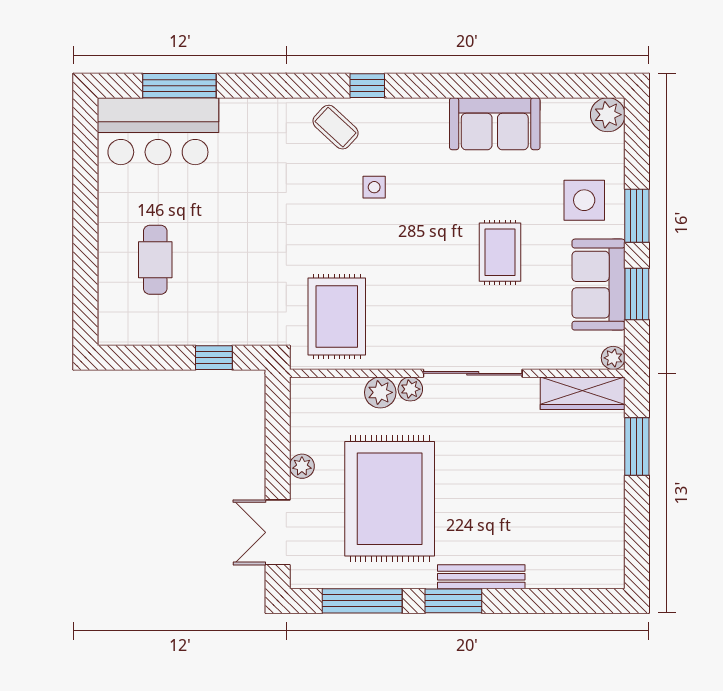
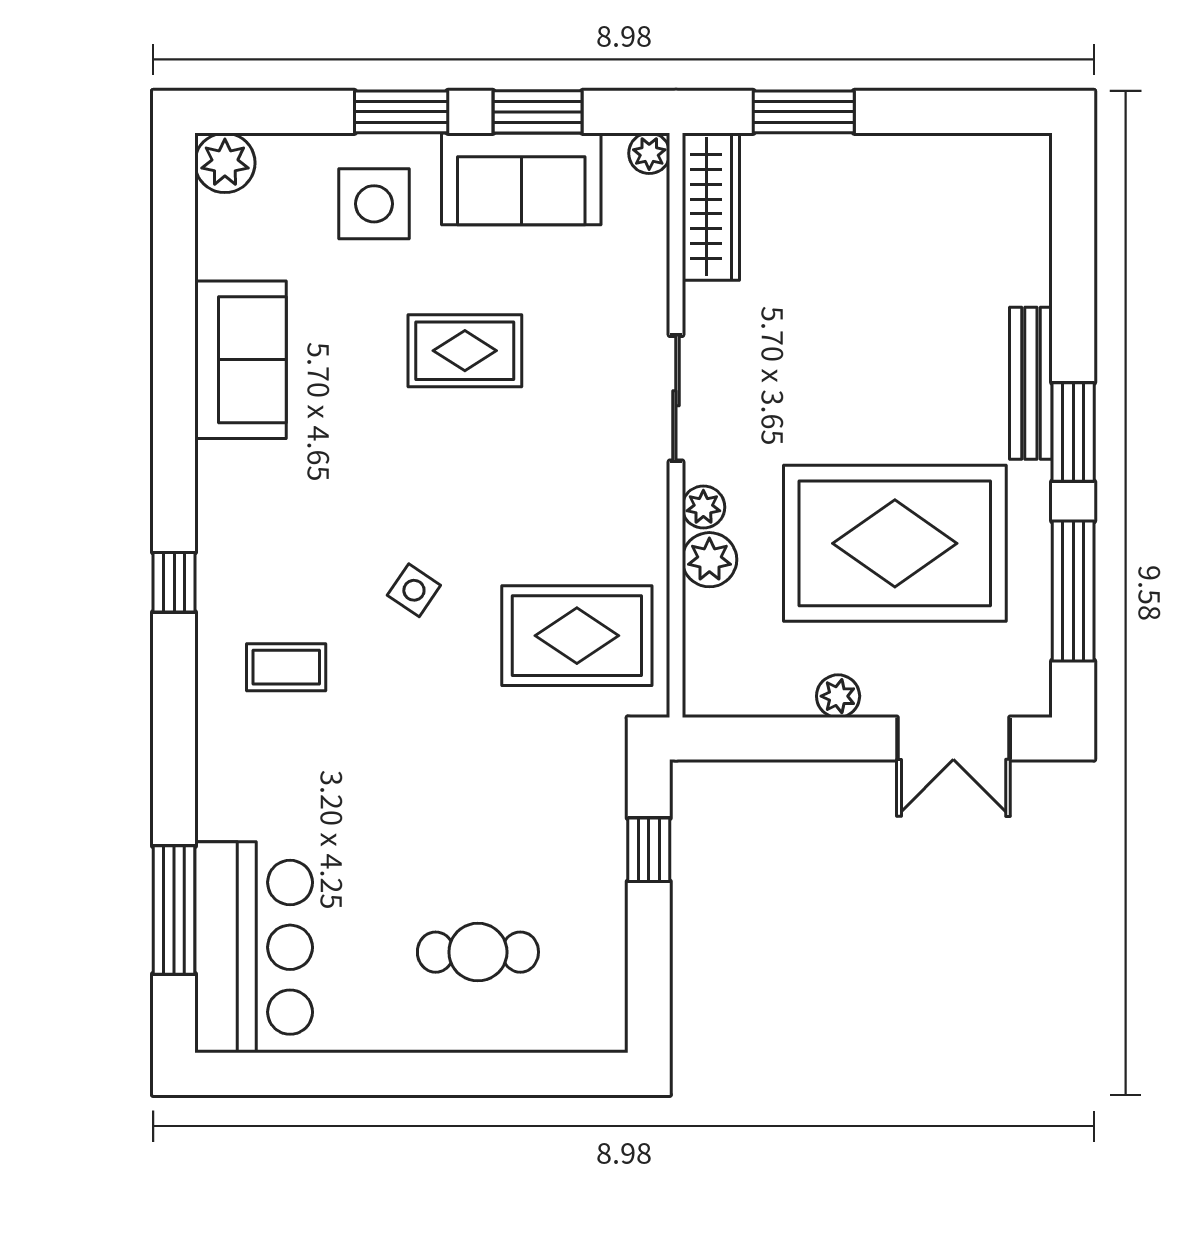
coffee table: (336, 127) -> (286, 667), moved, turned 47
side table: (374, 187) -> (414, 590), moved, turned 34
sliding door: (473, 373) -> (676, 398), width x0.73

